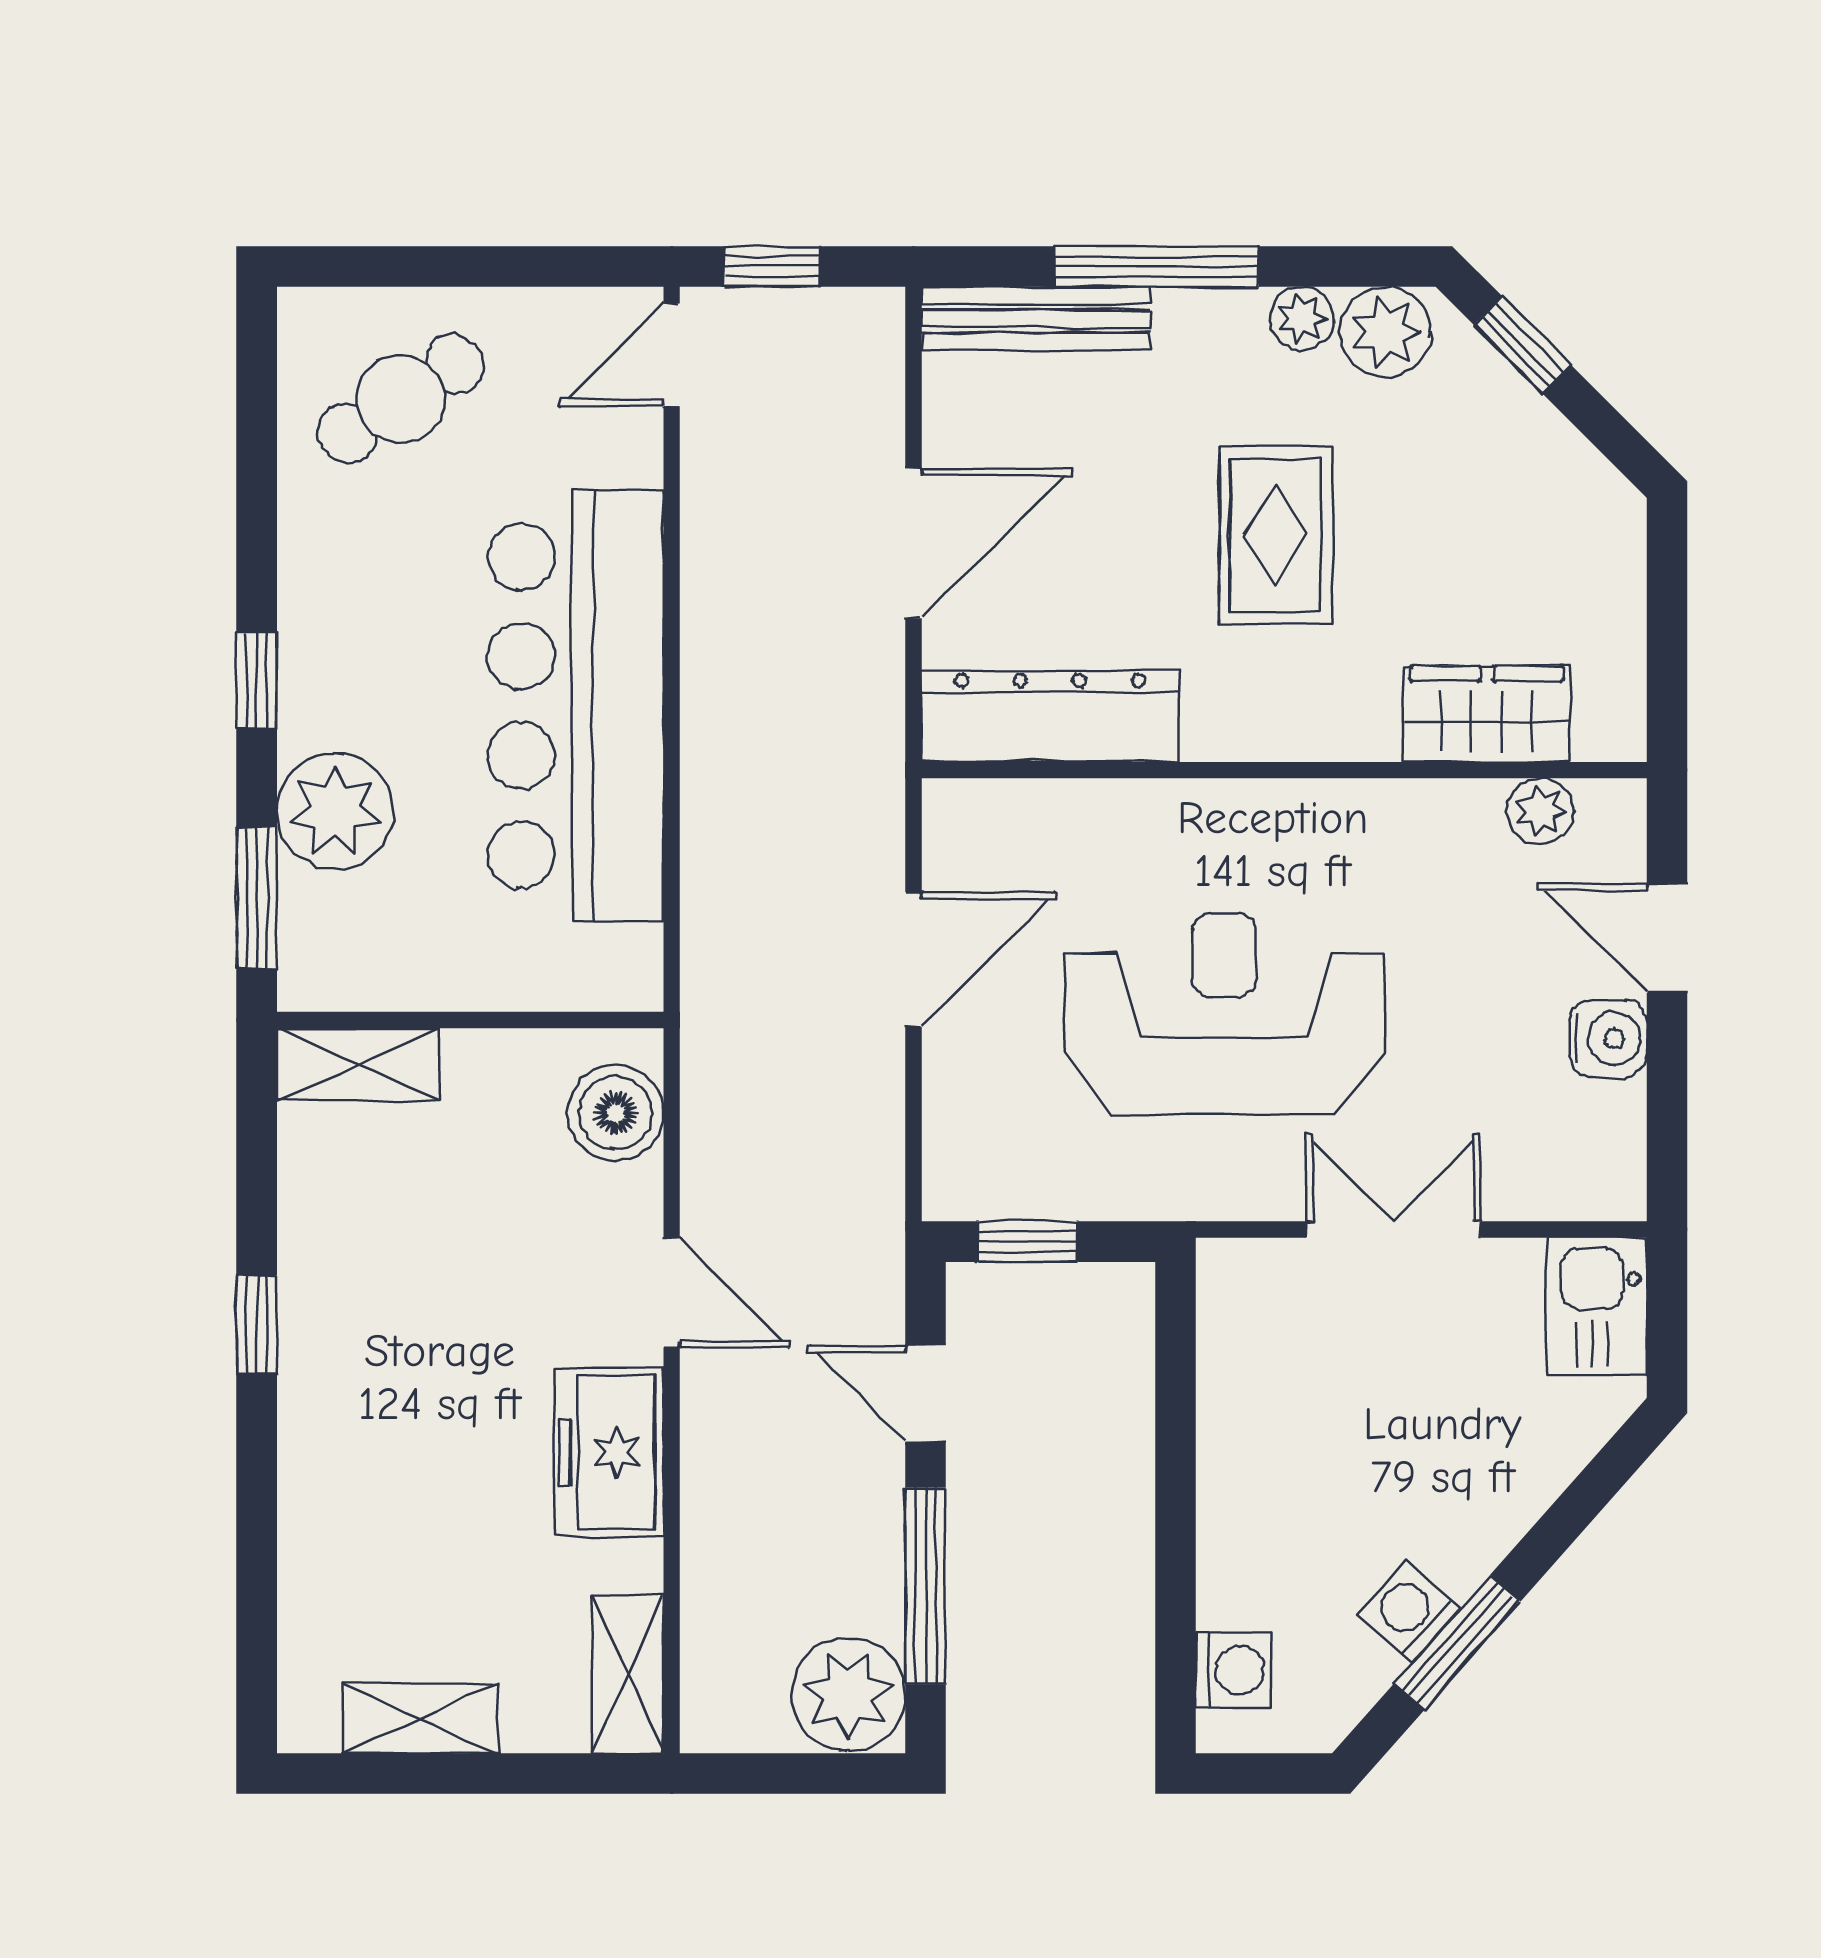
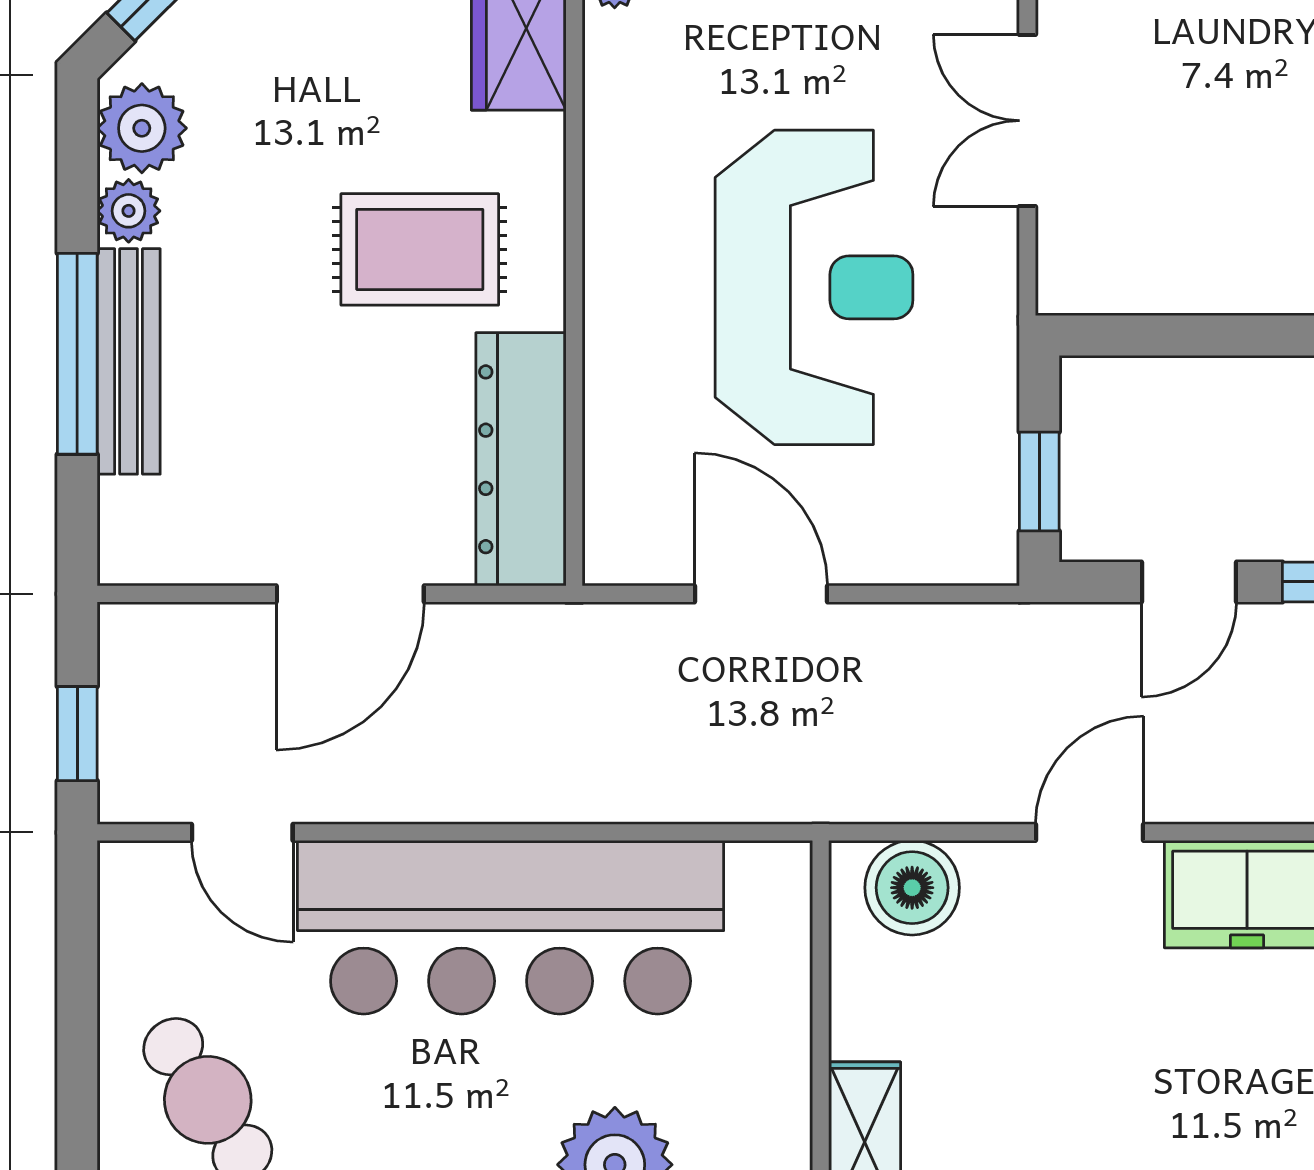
bench: (1036, 319) -> (129, 361), moved
door: (672, 355) -> (242, 832), moved
rug: (1276, 535) -> (420, 249), moved
door: (913, 543) -> (350, 594), swing flipped
reception desk: (1224, 1013) -> (814, 287), turned 180

